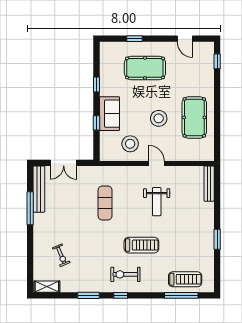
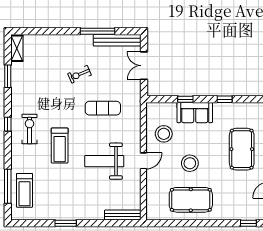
weight bench: (157, 202) -> (104, 161), width x1.36, depth x1.33
exercise bike: (61, 255) -> (79, 74), moved
window: (88, 295) -> (8, 76), moved

